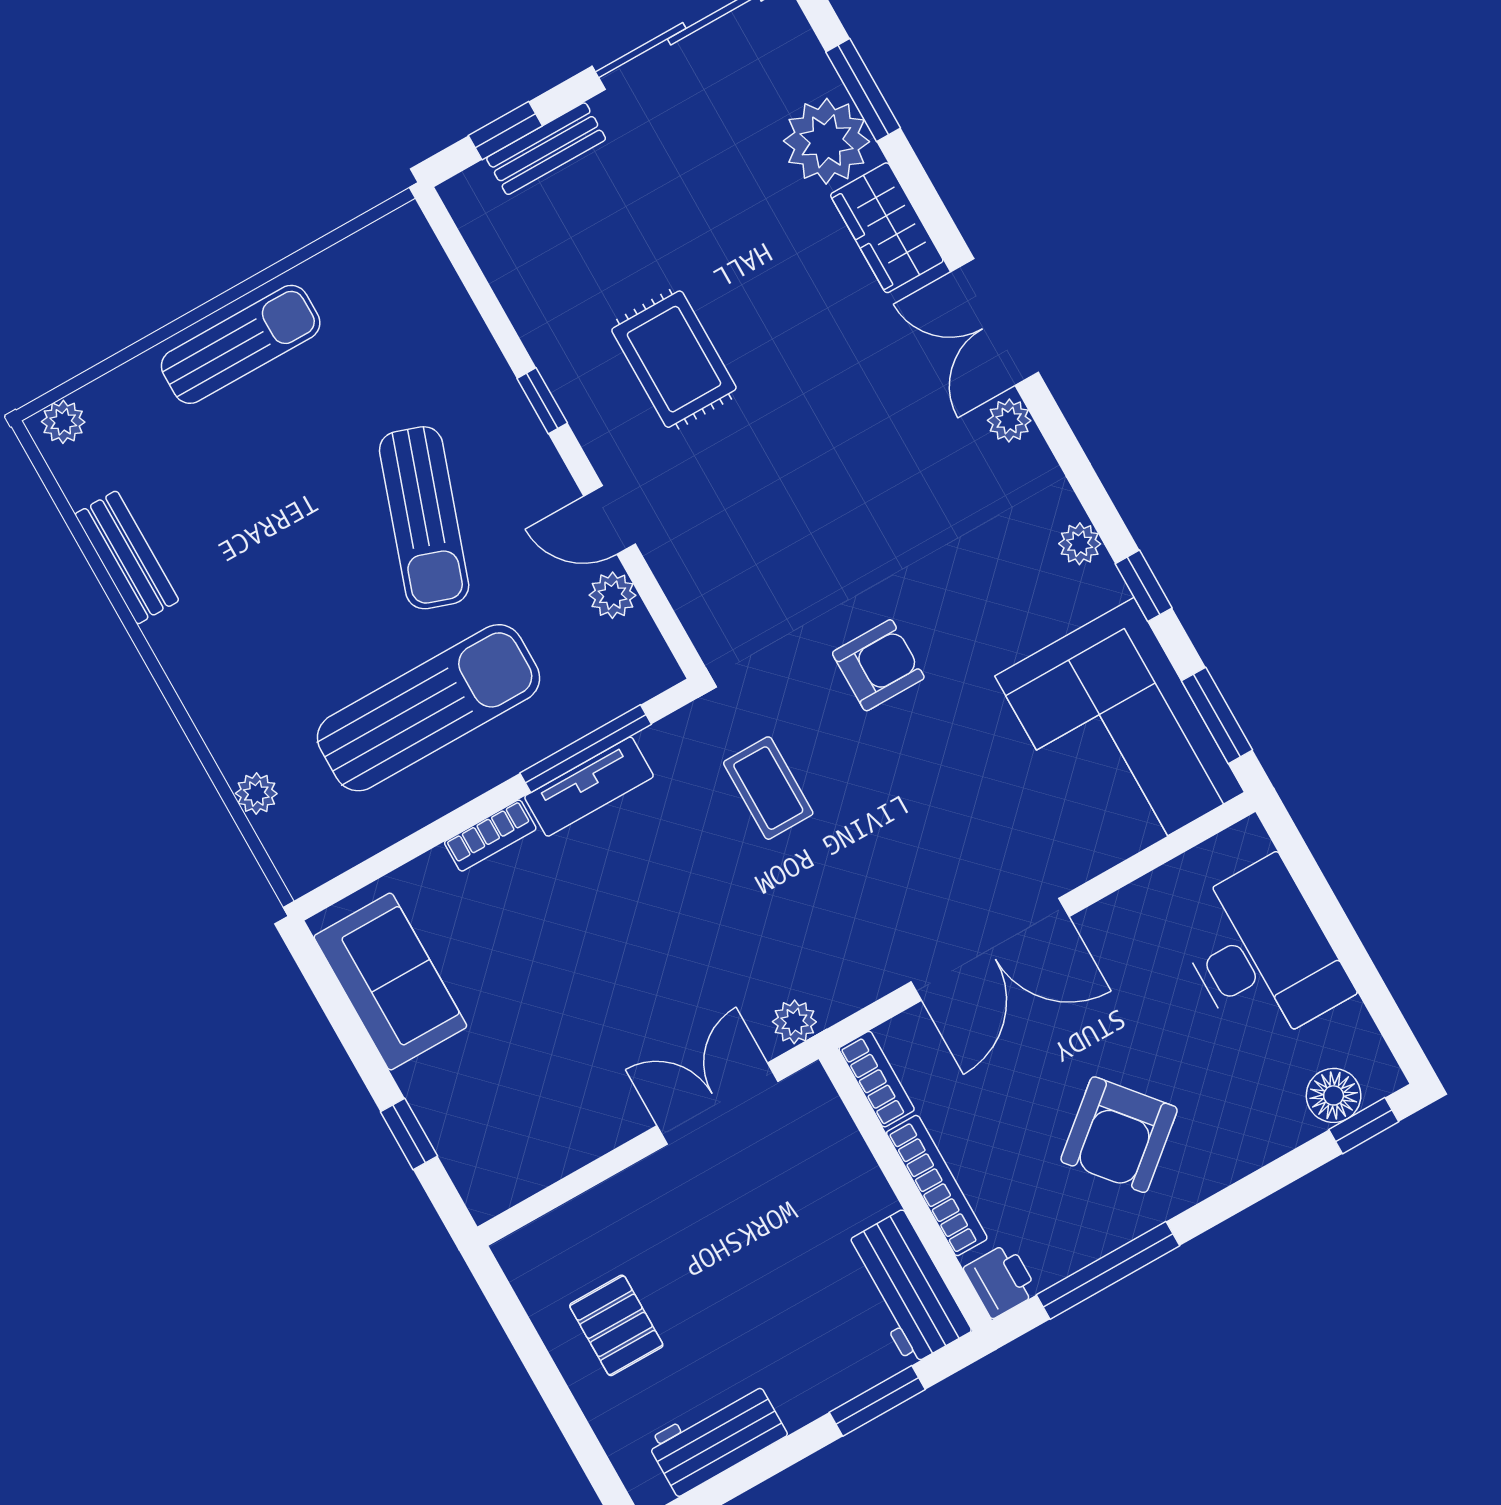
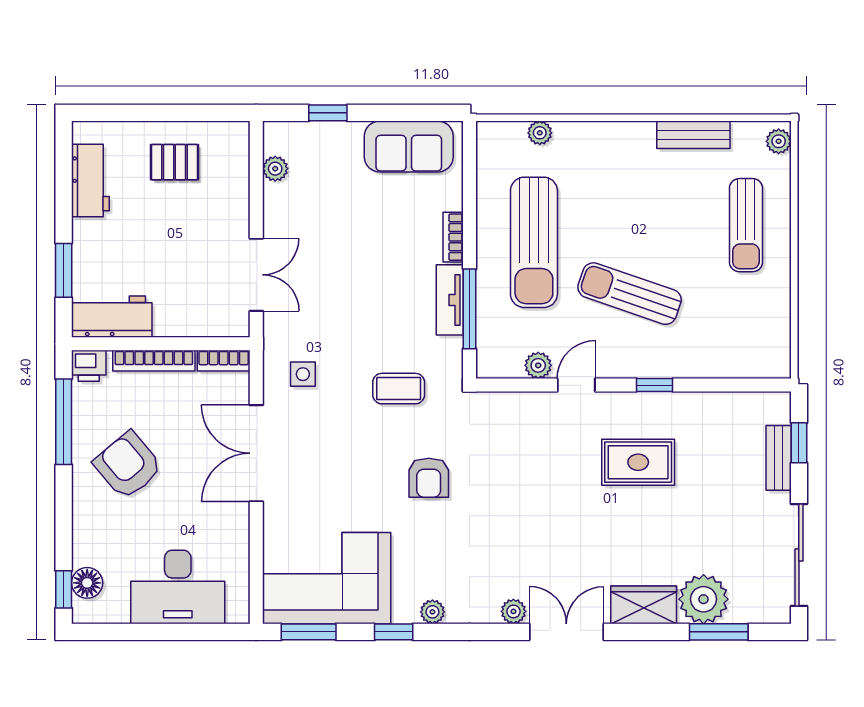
sun lounger: (241, 344) -> (746, 225), moved
side table: (829, 947) -> (303, 374), added
plant: (794, 1022) -> (275, 169), moved

